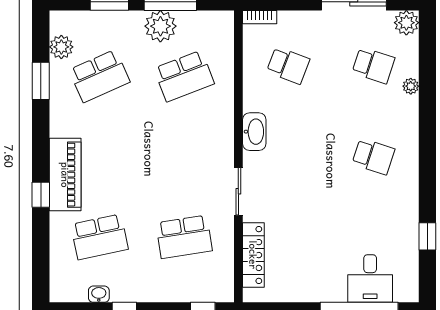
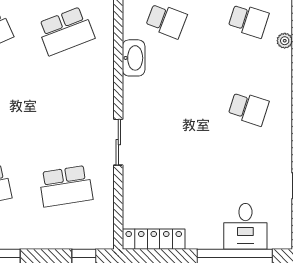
washbasin: (254, 132) -> (134, 58), moved
locker: (253, 255) -> (154, 239), moved, turned -90

